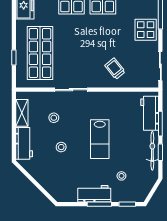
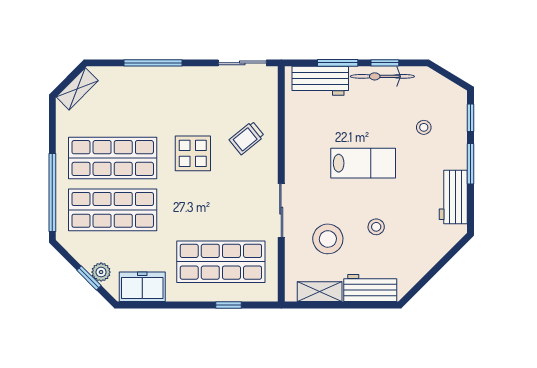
display table: (146, 30) -> (193, 153), moved
stool: (54, 118) -> (328, 239), width x1.89, depth x1.89
workbench: (94, 194) -> (453, 197), moved

